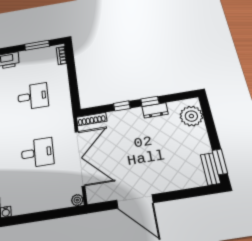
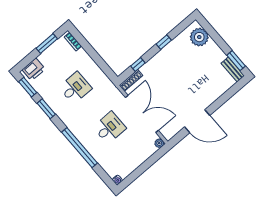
window: (122, 106) -> (138, 64), moved
dresser: (155, 110) -> (172, 47), removed

